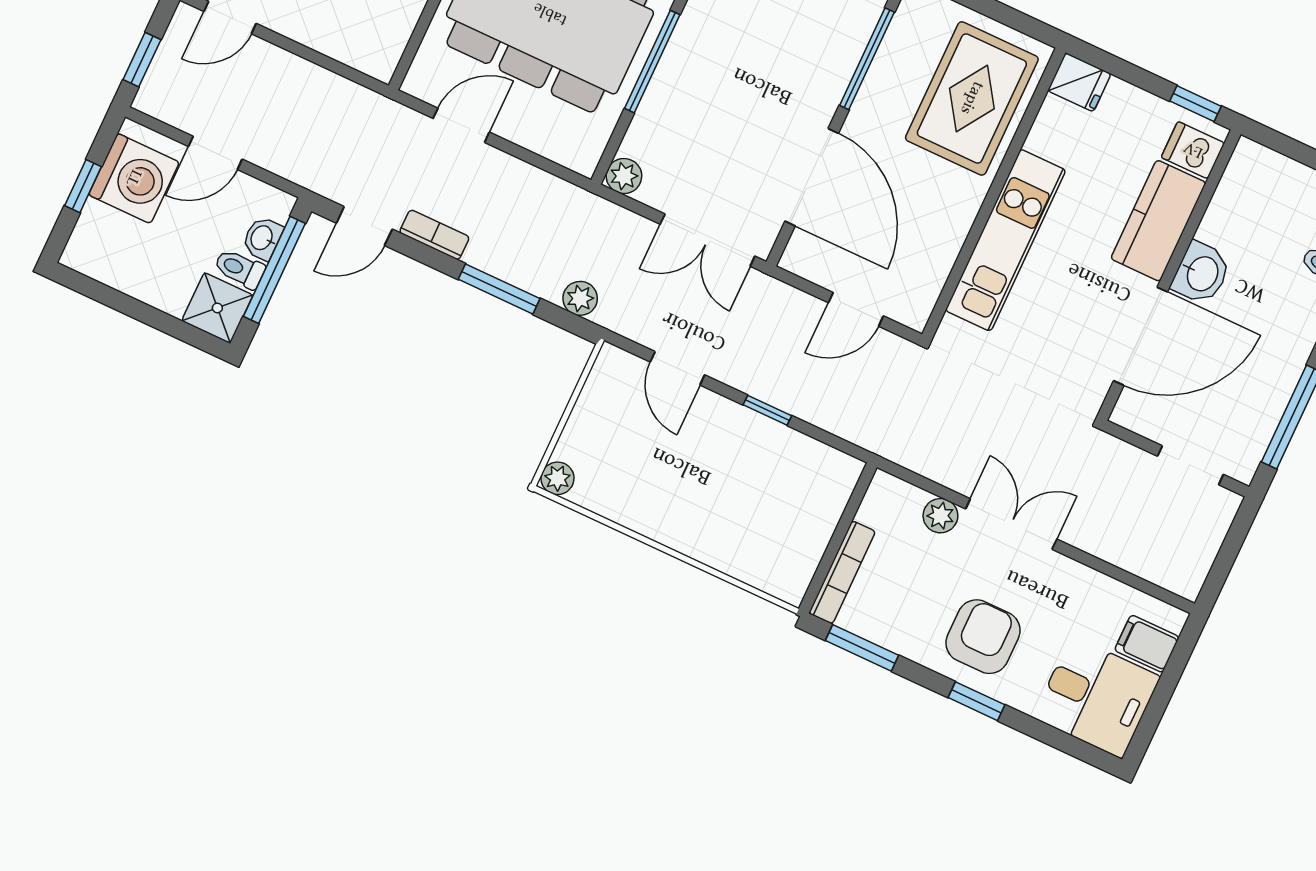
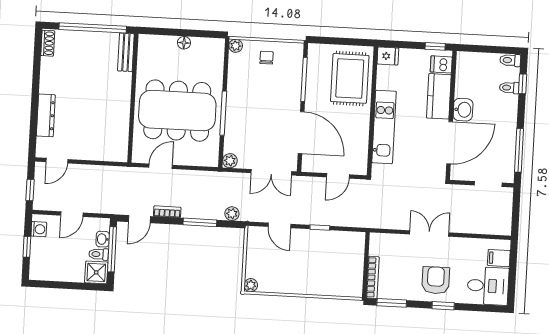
washing machine: (134, 178) -> (39, 229), width x0.53, depth x0.53
plant: (940, 516) -> (401, 241), removed

